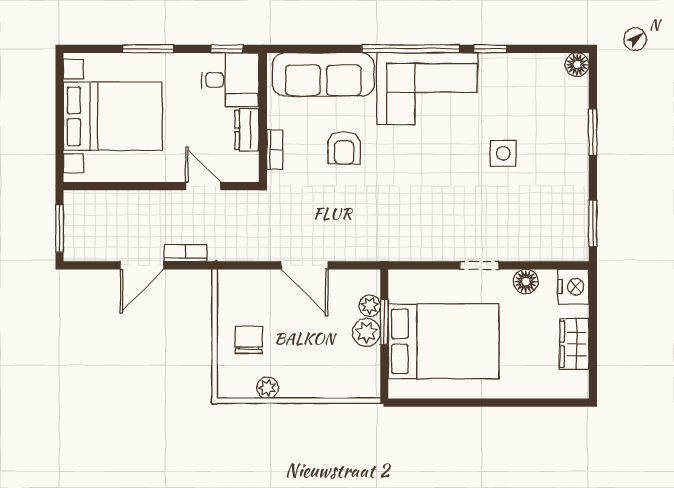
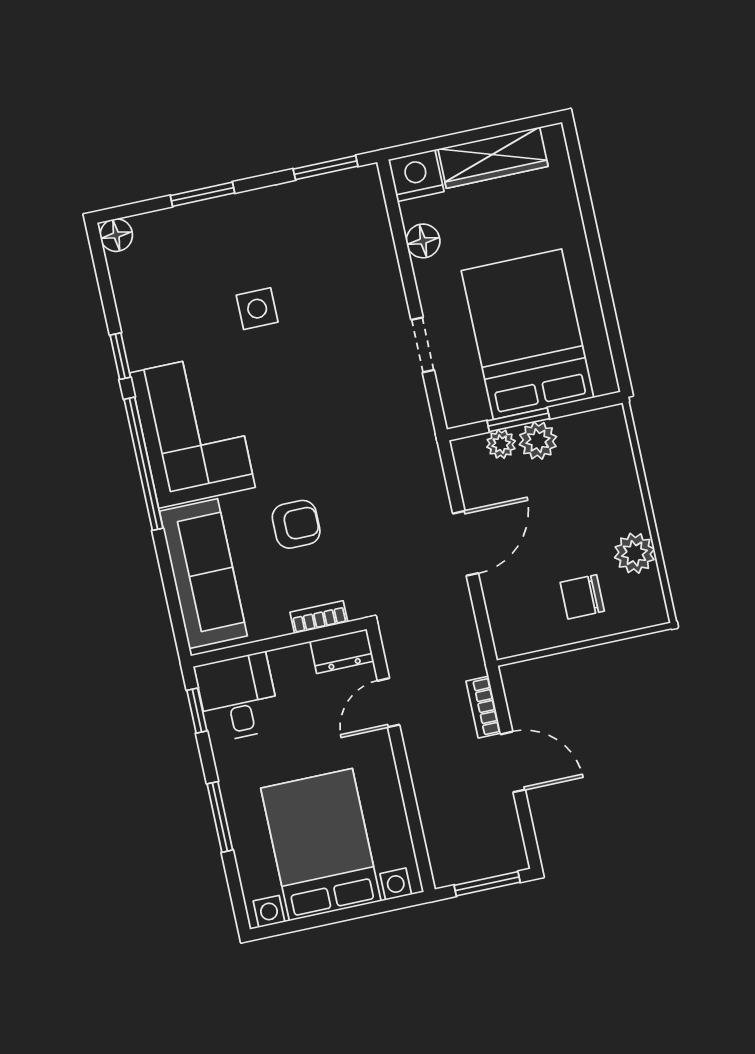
dresser: (247, 130) -> (342, 651), moved
doorway: (479, 265) -> (423, 345), moved
wardrobe: (574, 344) -> (493, 158), width x1.50
plant: (268, 388) -> (635, 553), width x1.38, depth x1.38

